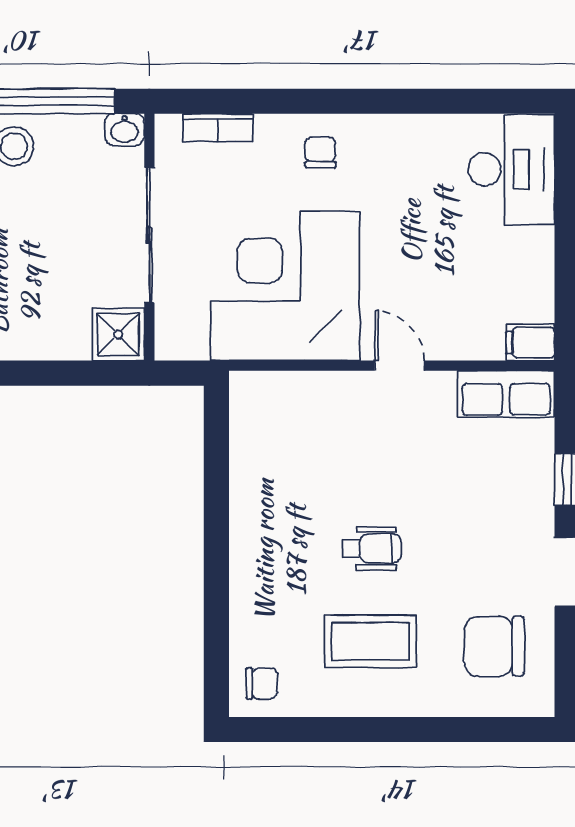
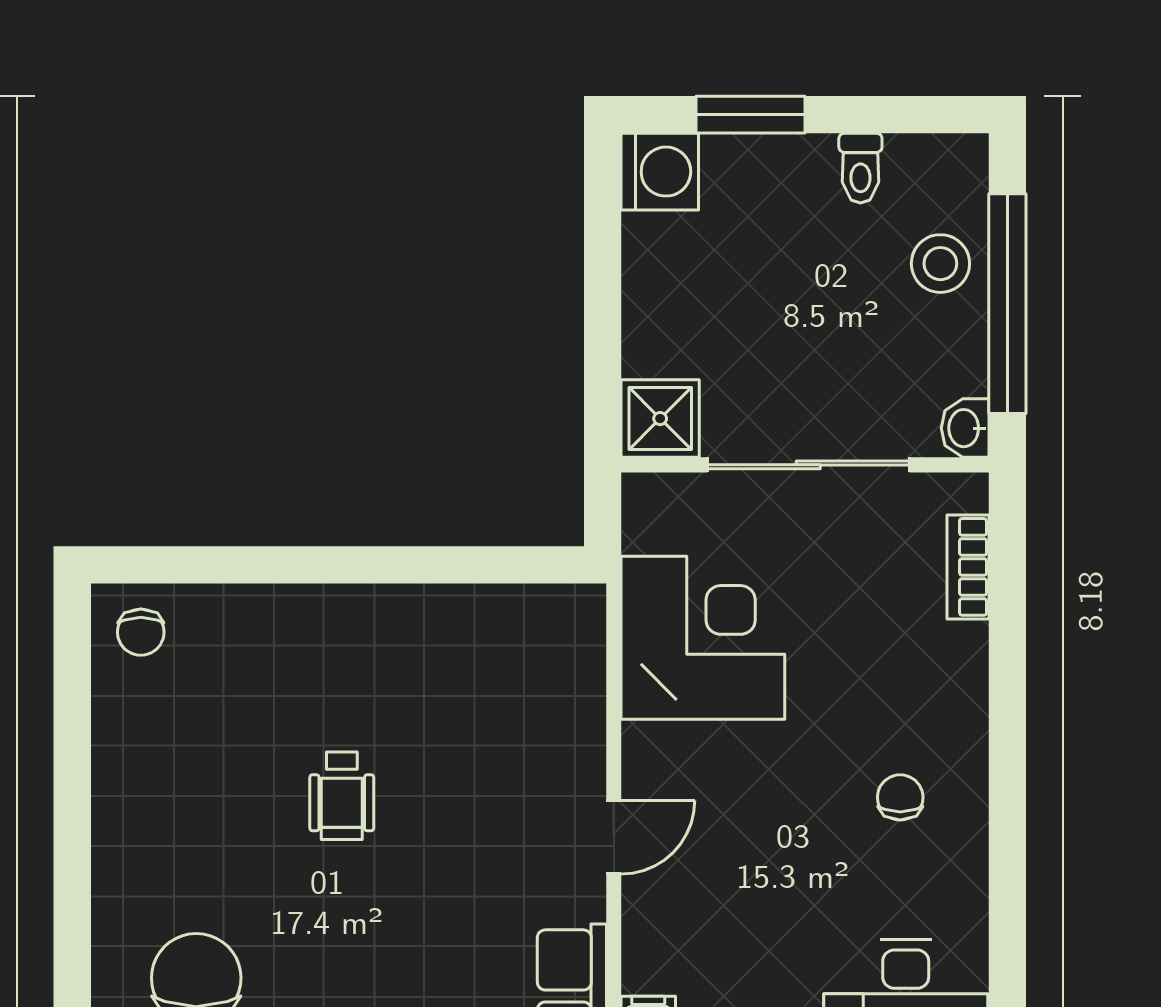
chair: (320, 152) -> (900, 797), moved, turned -90
corner desk: (285, 286) -> (703, 638), width x0.74, depth x0.74
coffee table: (370, 641) -> (203, 794), removed

